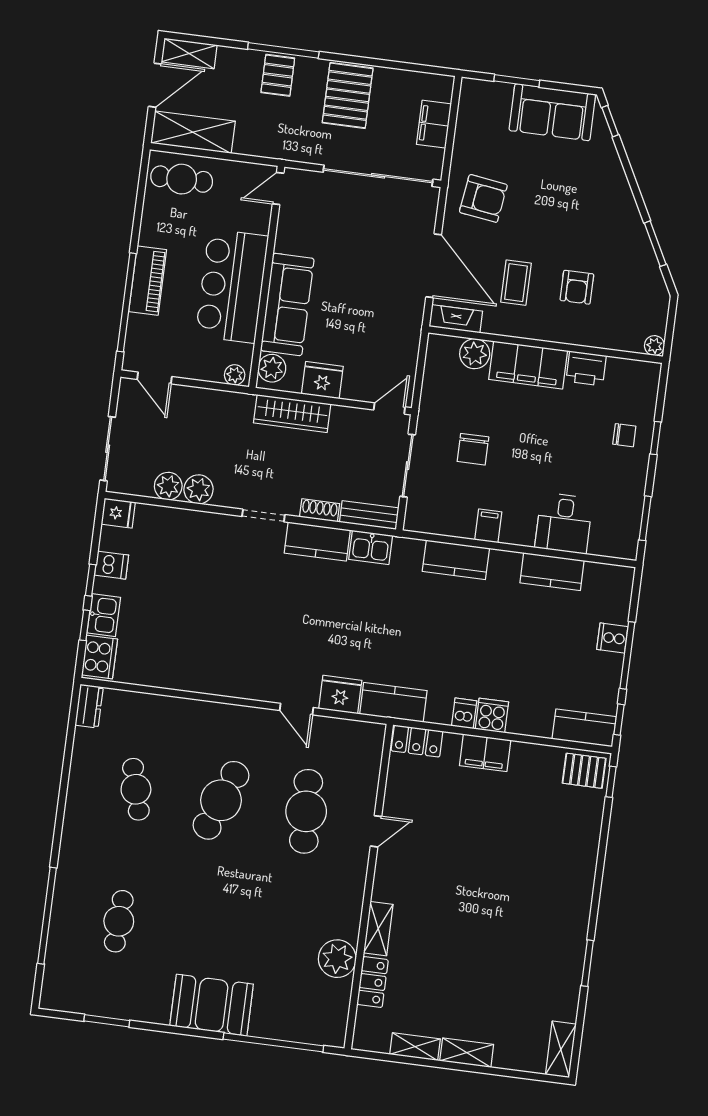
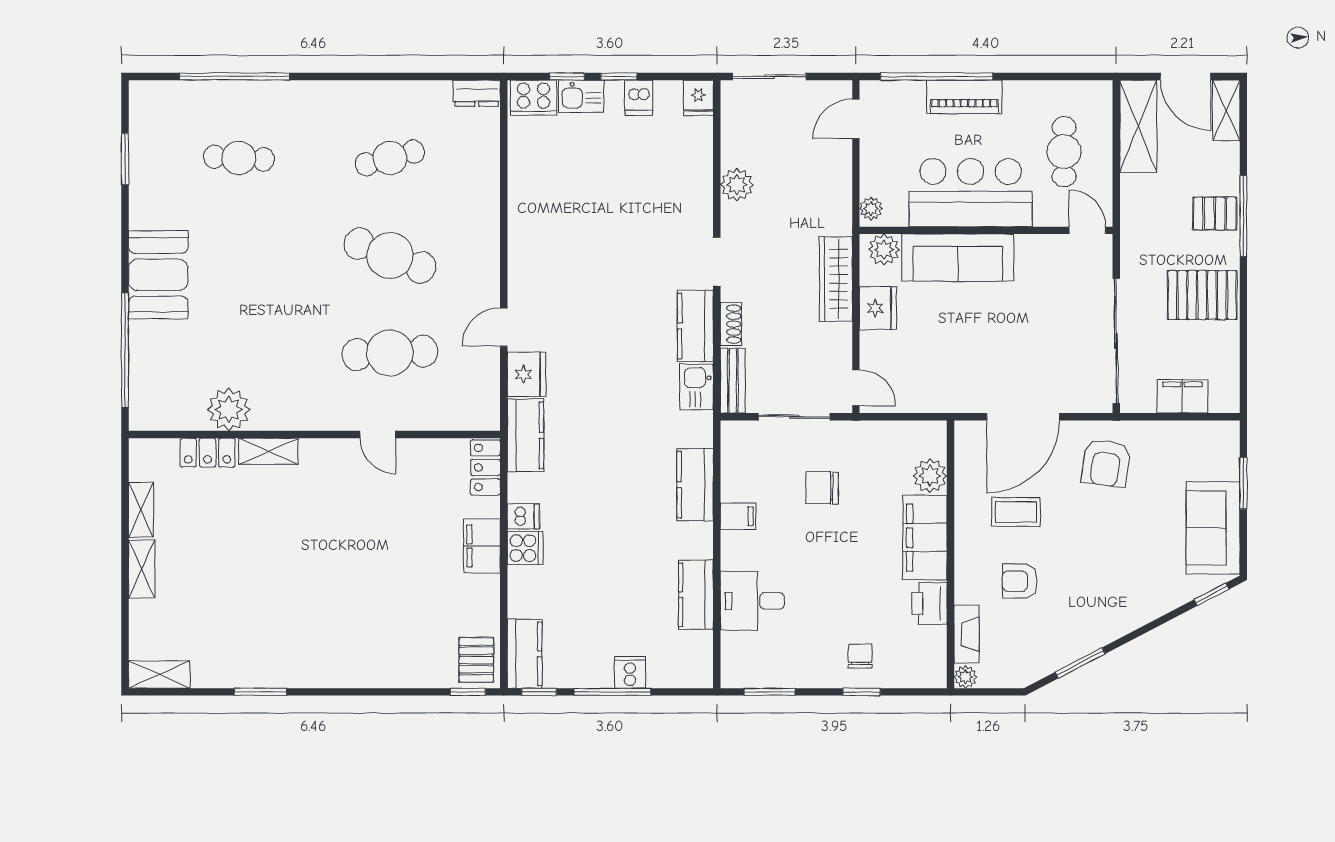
cafe table: (182, 179) -> (1064, 152), moved
fireplace: (456, 319) -> (967, 634), moved
chair: (624, 435) -> (860, 656), turned 180
plant: (168, 486) -> (736, 150), removed

